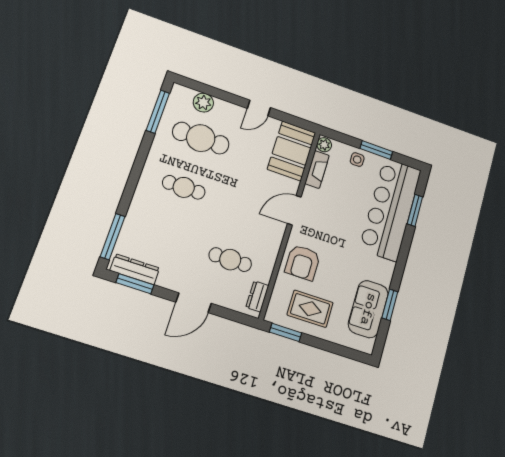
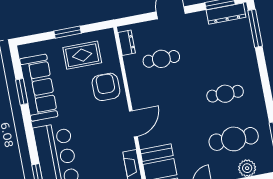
sofa: (368, 309) -> (39, 88), width x1.36
window: (286, 332) -> (68, 32), moved

